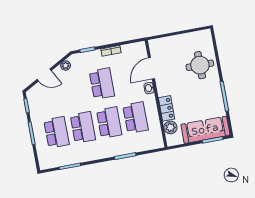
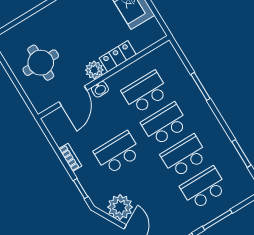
round table: (200, 65) -> (41, 63), moved
plant: (66, 66) -> (120, 207), width x1.87, depth x1.87
door: (151, 68) -> (73, 96), hinge flipped
plant: (170, 127) -> (94, 70), moved

